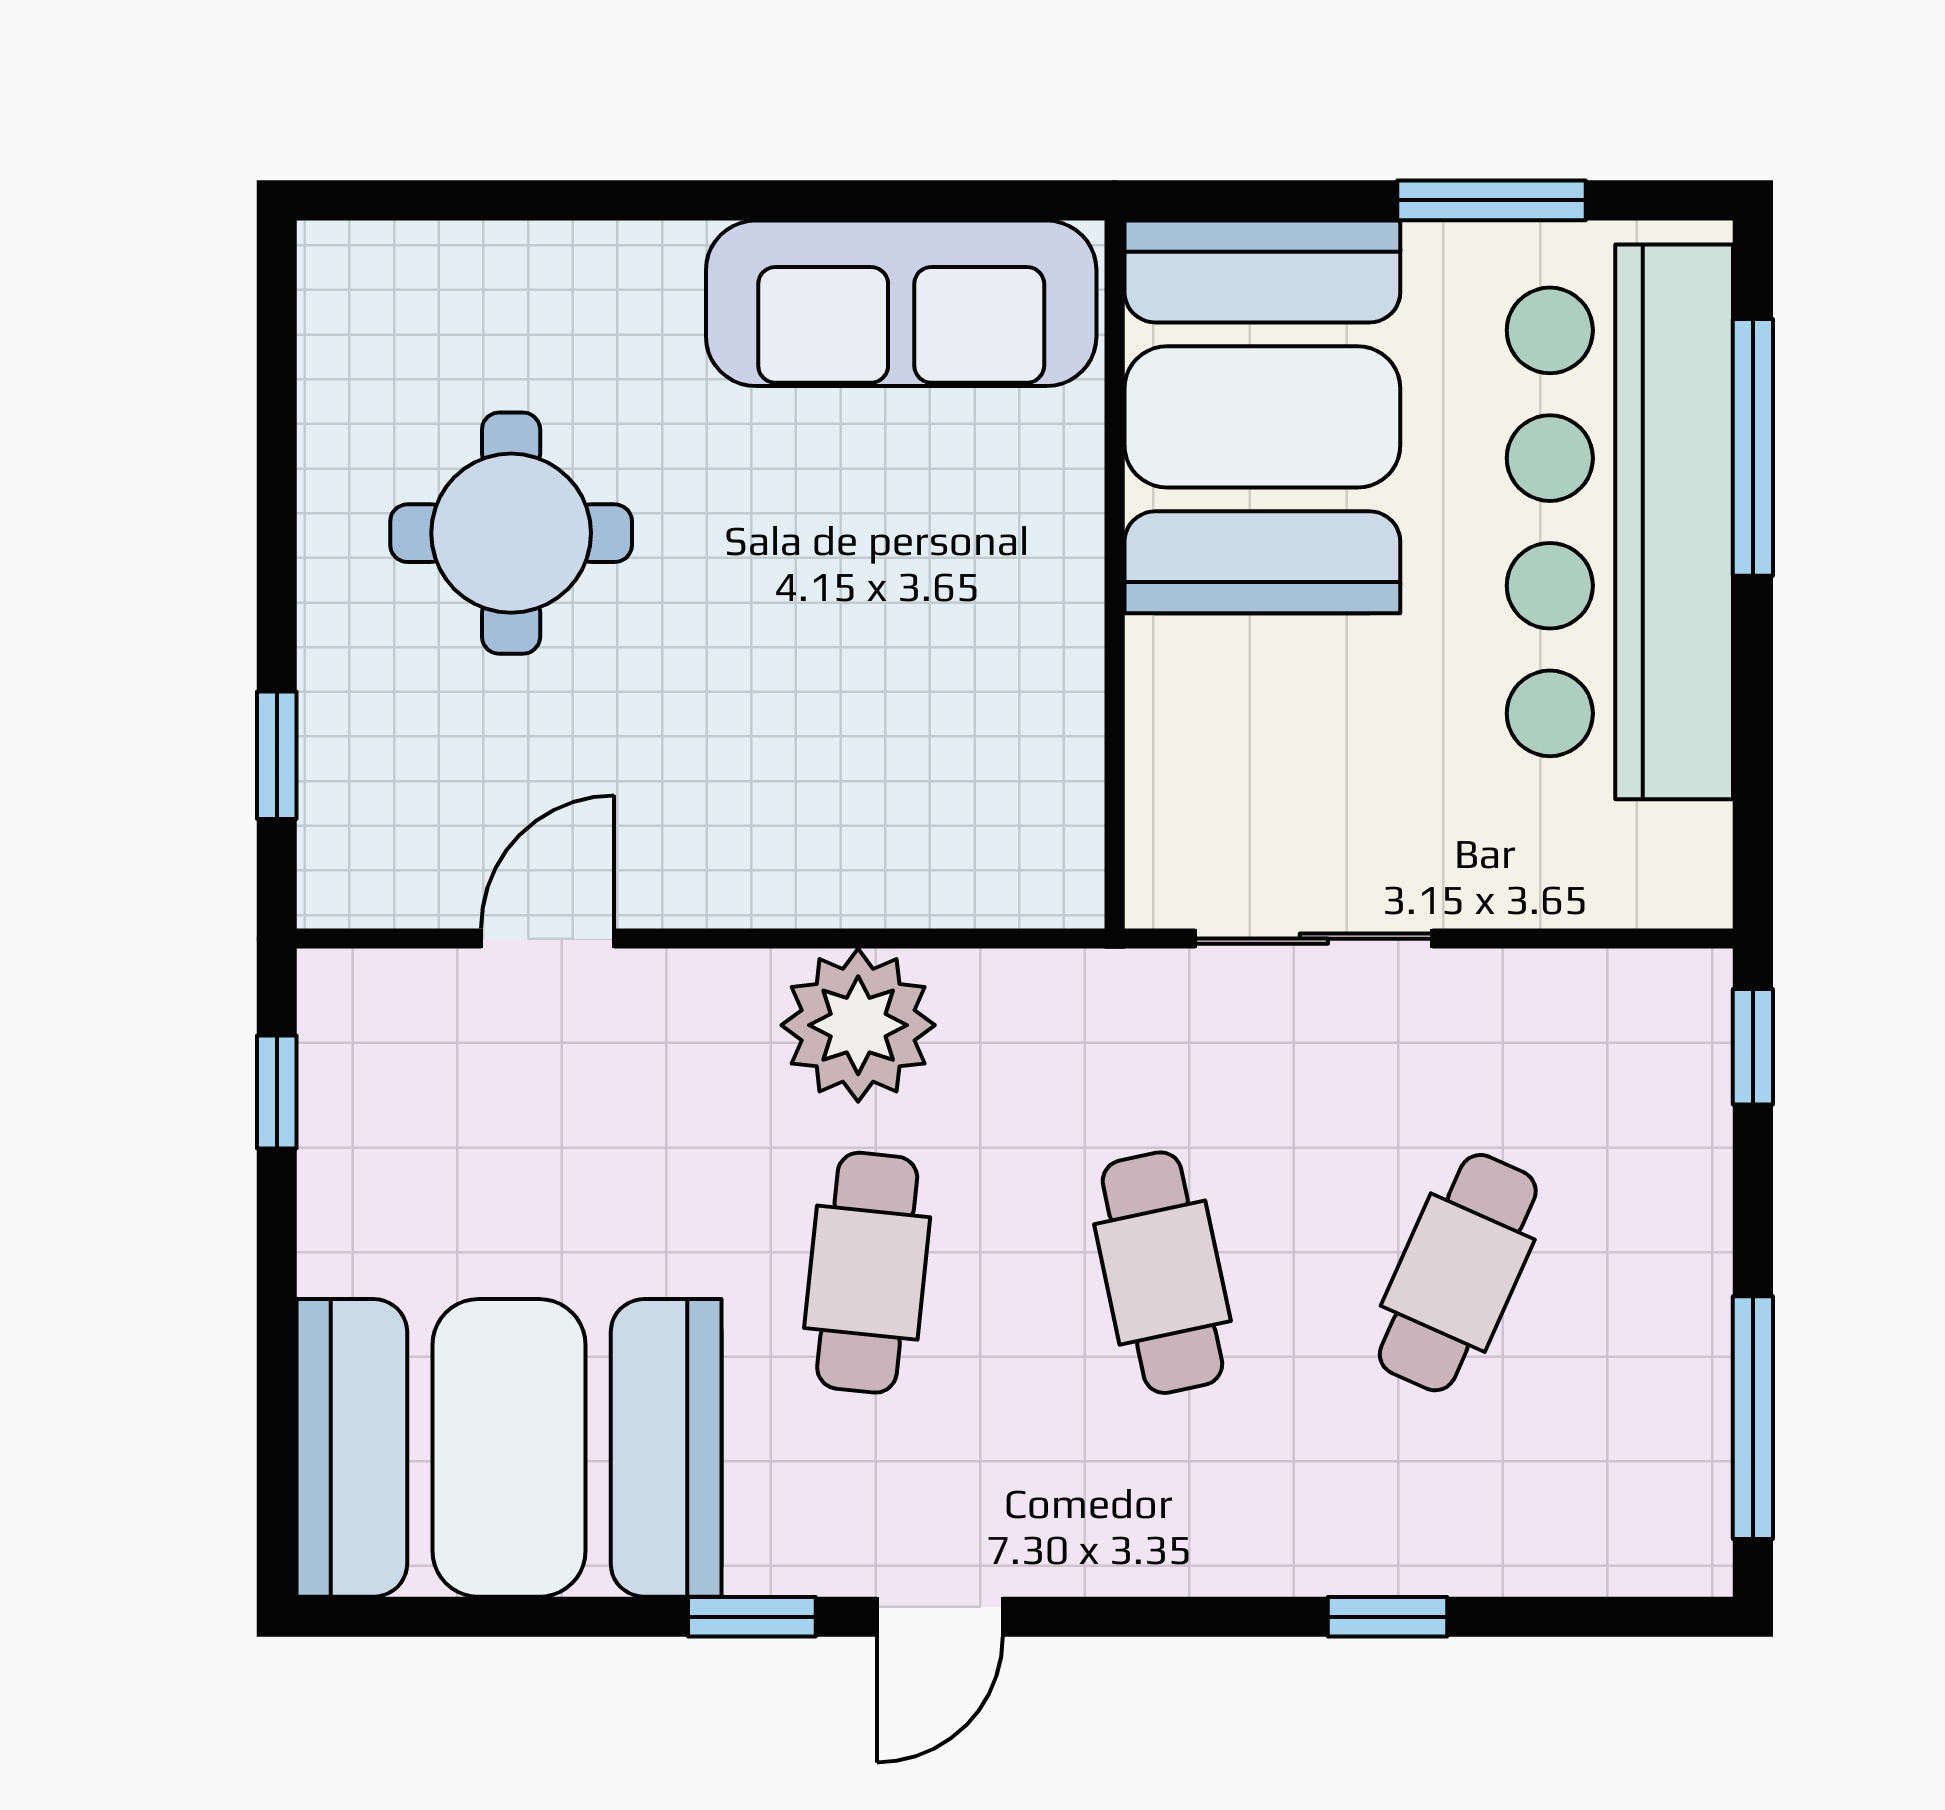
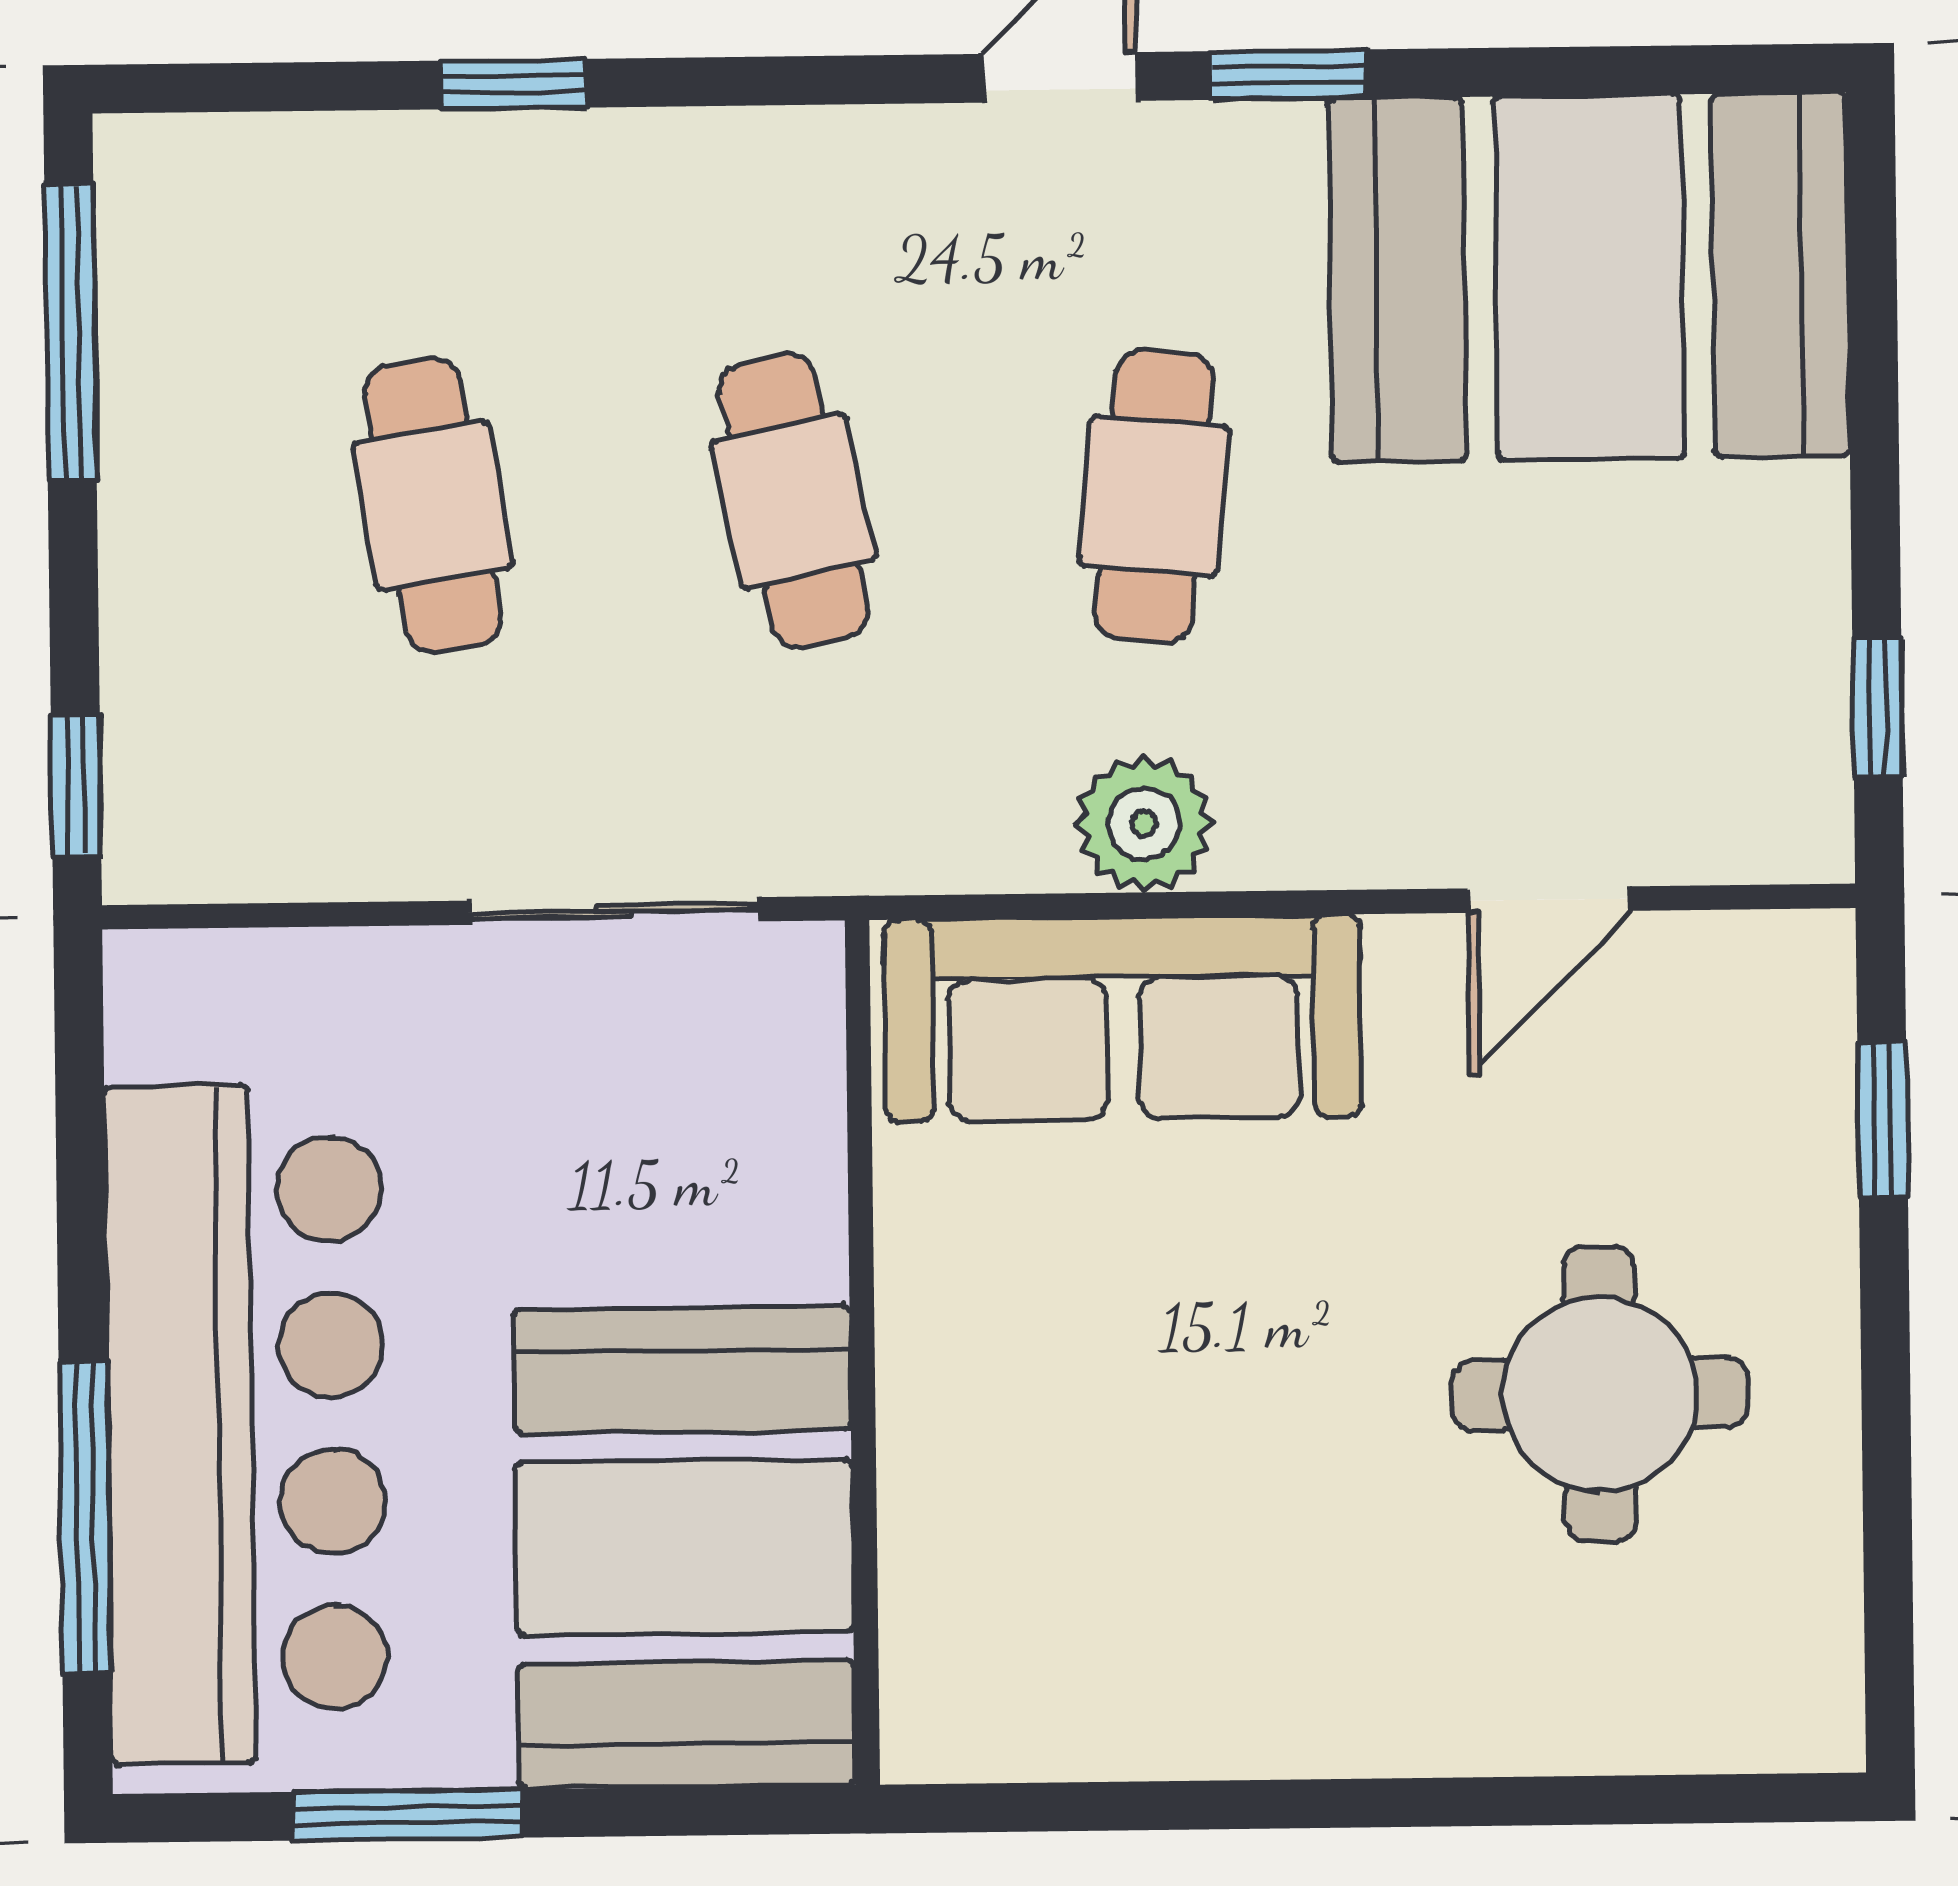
sofa: (901, 303) -> (1123, 1018), moved, turned 180
plant: (858, 1025) -> (1144, 824), width x0.73, depth x0.73
cafe table: (1458, 1273) -> (433, 505), turned -33

